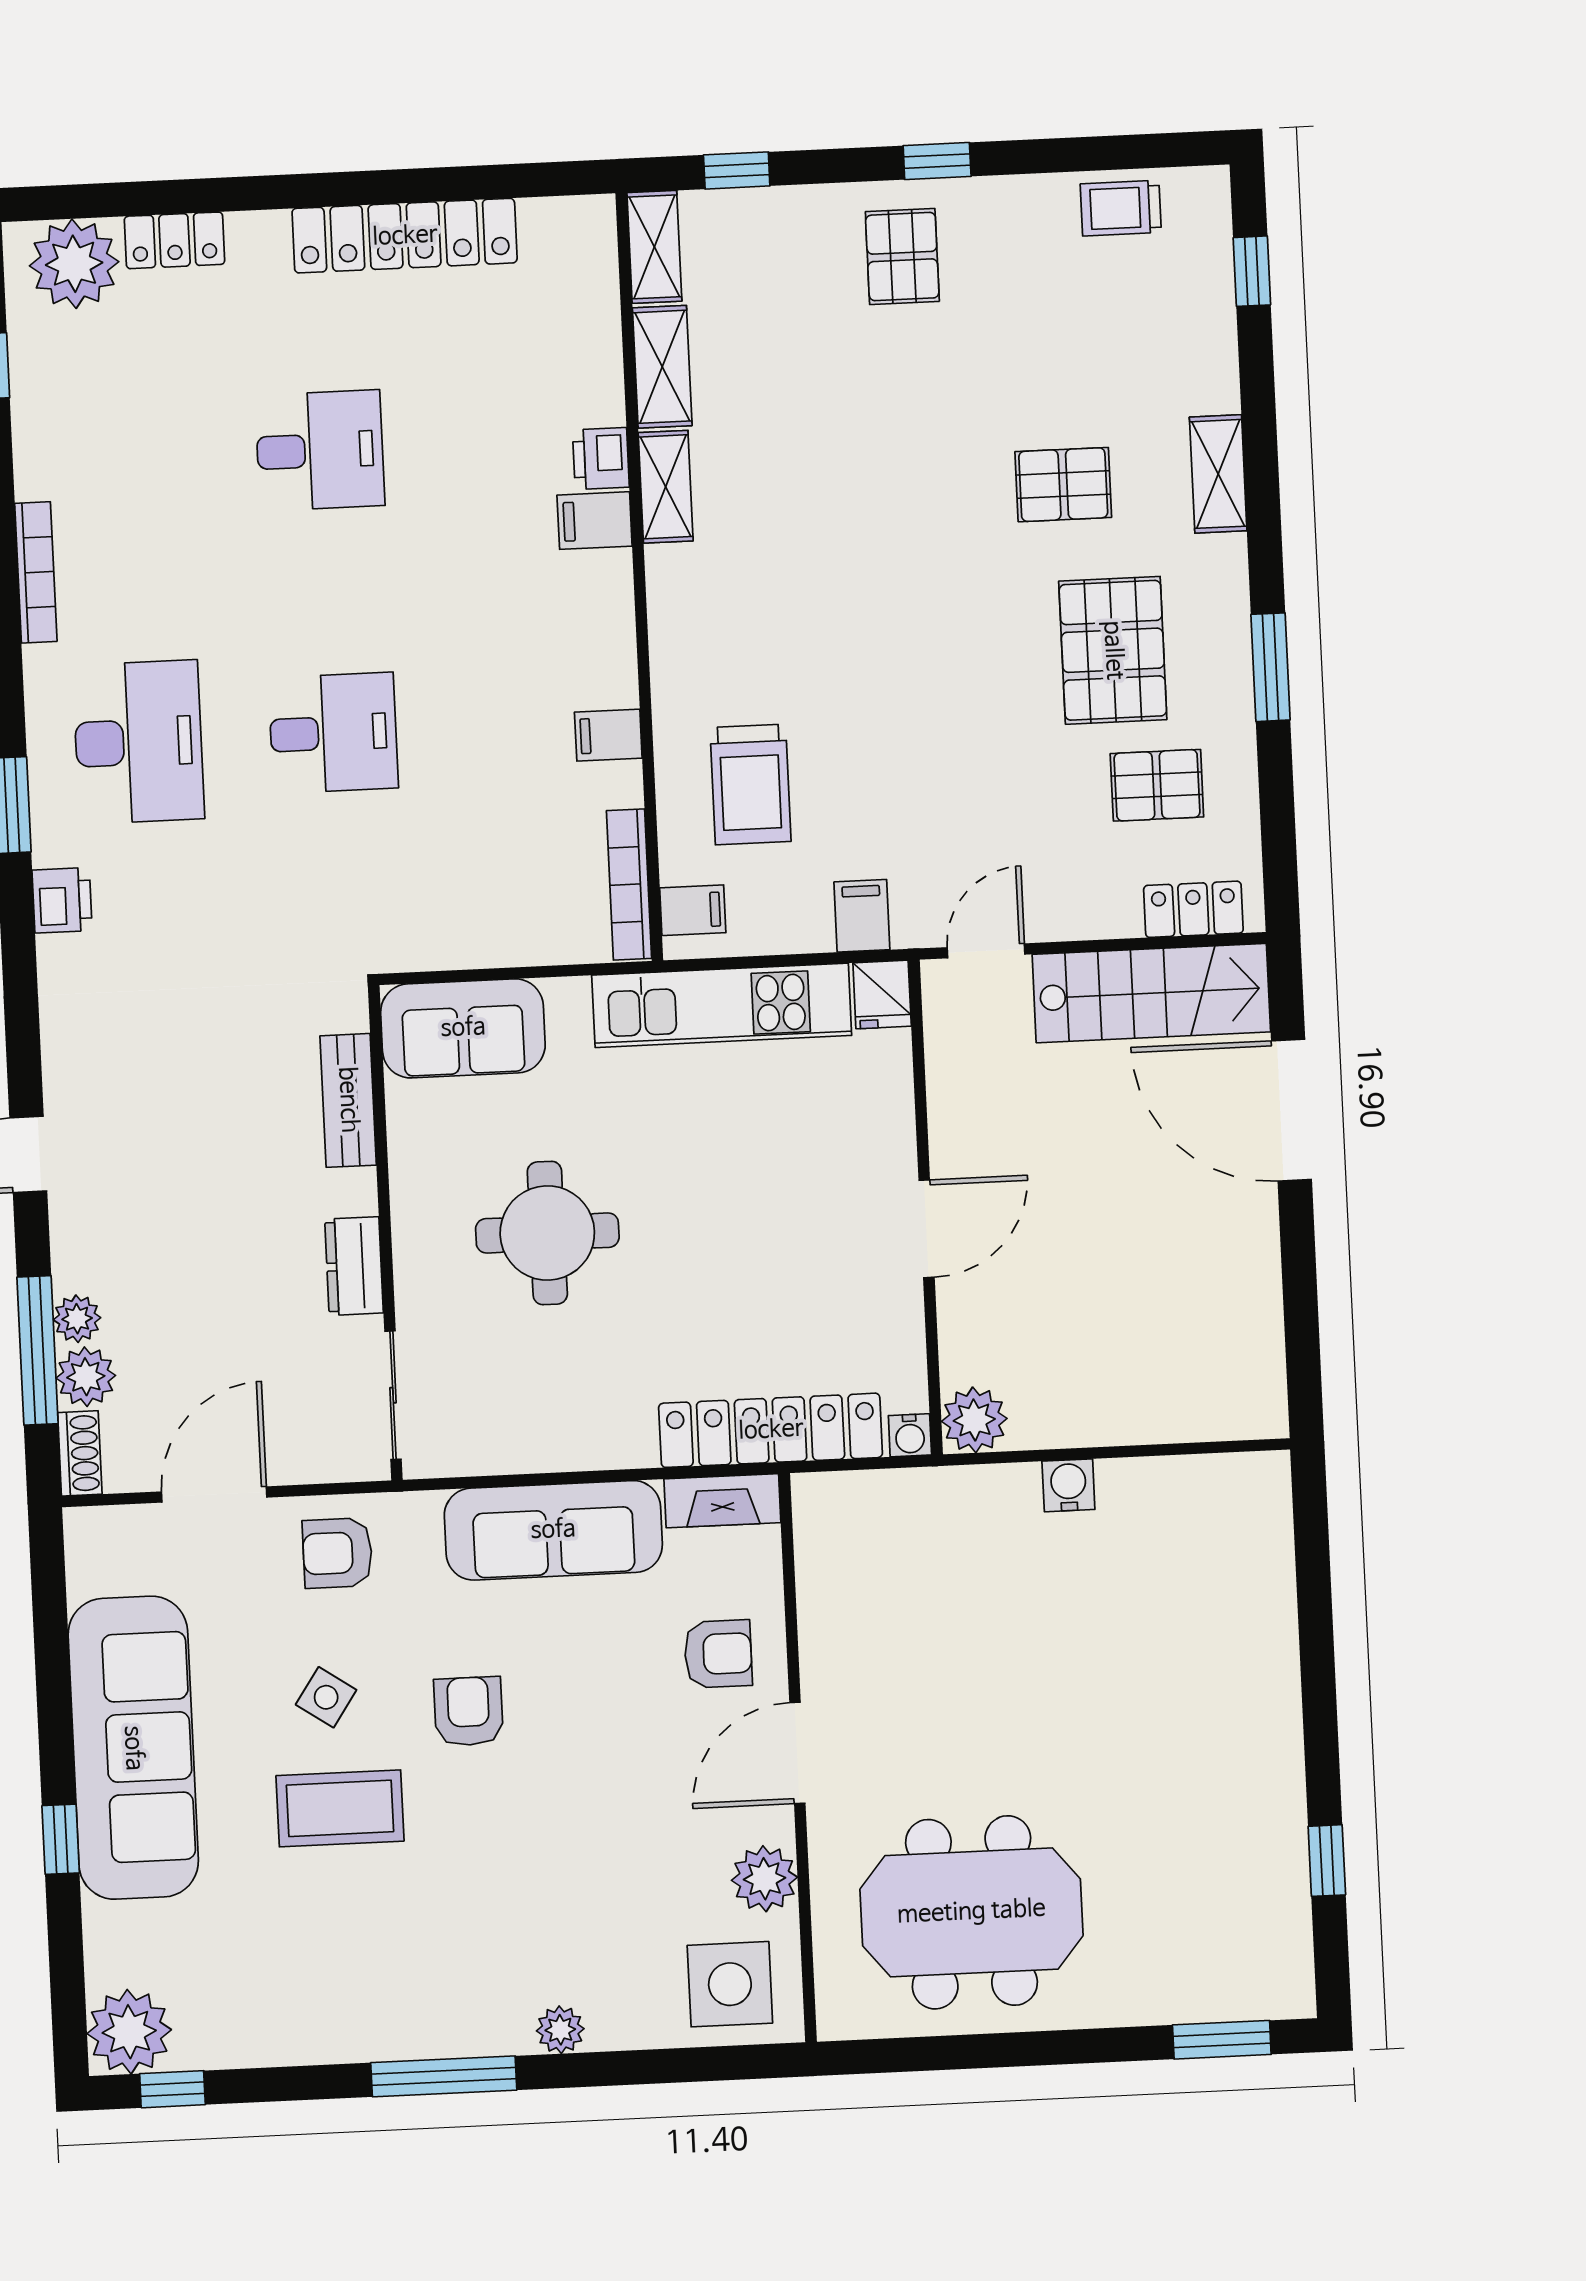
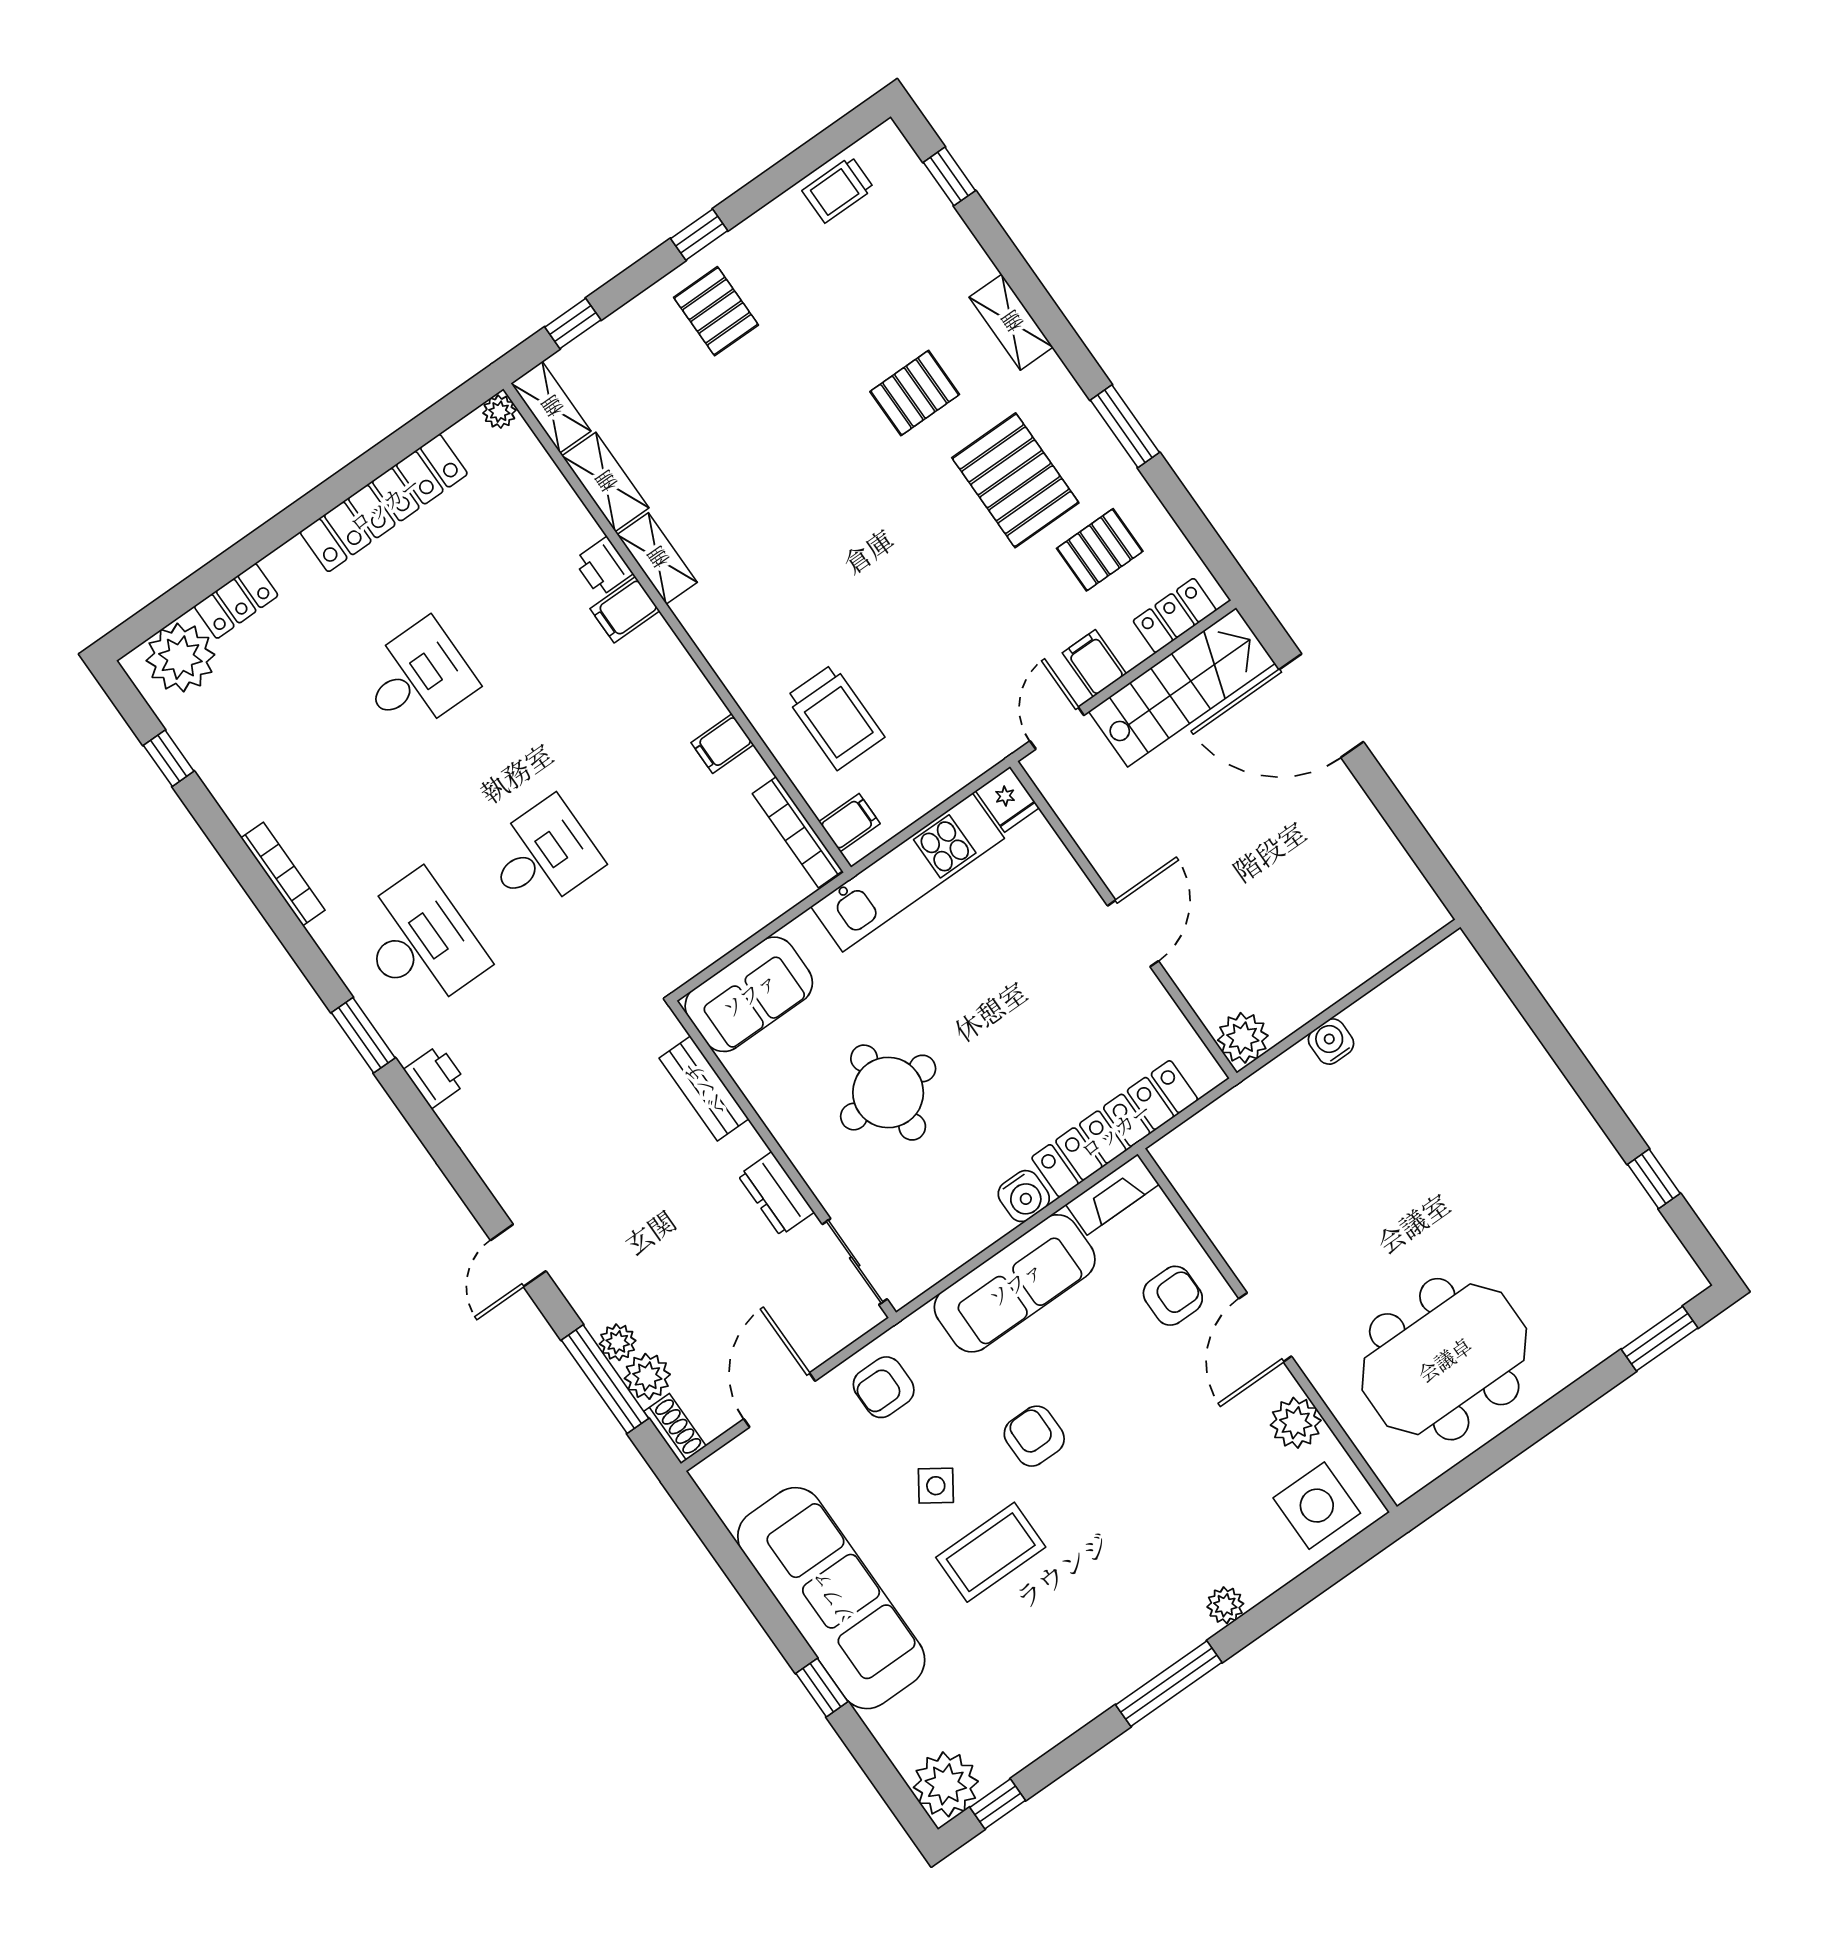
plant: (595, 216) -> (499, 412), added
filing cabinet: (862, 916) -> (1094, 663), moved
water cooler: (910, 1435) -> (1024, 1196), moved, width x1.38, depth x1.38

